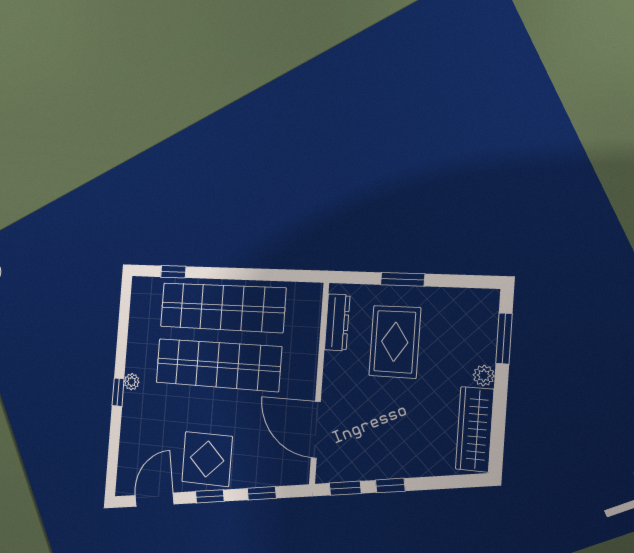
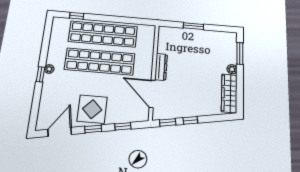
dresser: (337, 322) -> (161, 67), moved
rug: (395, 342) -> (191, 53), removed

